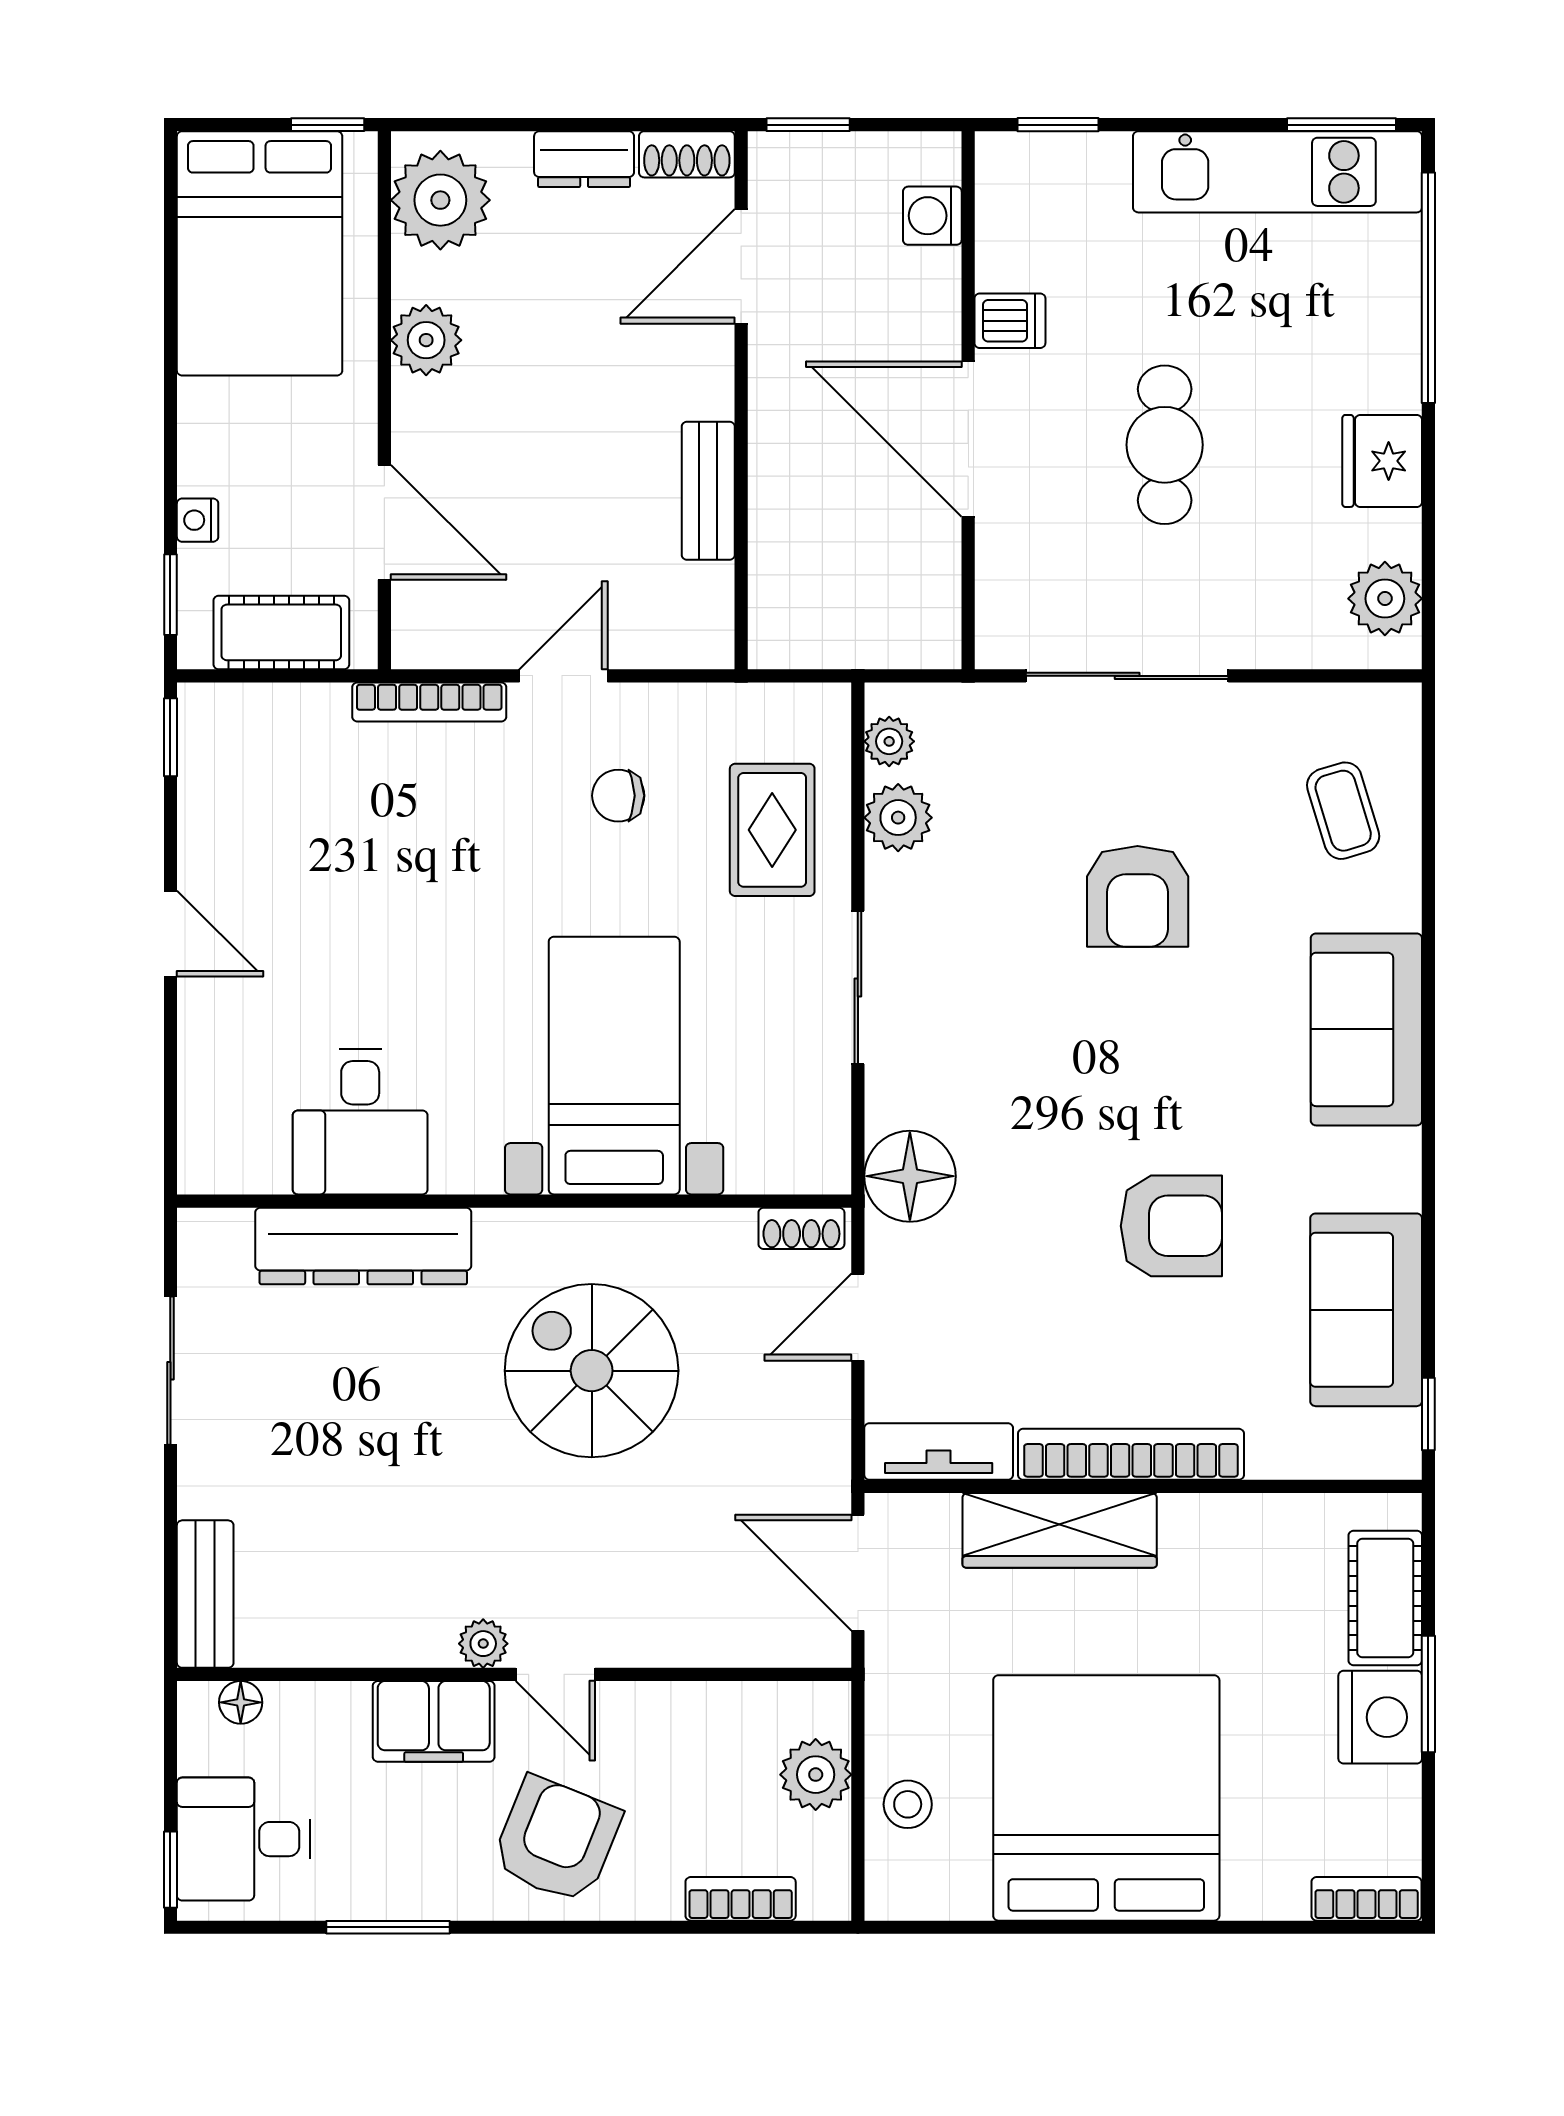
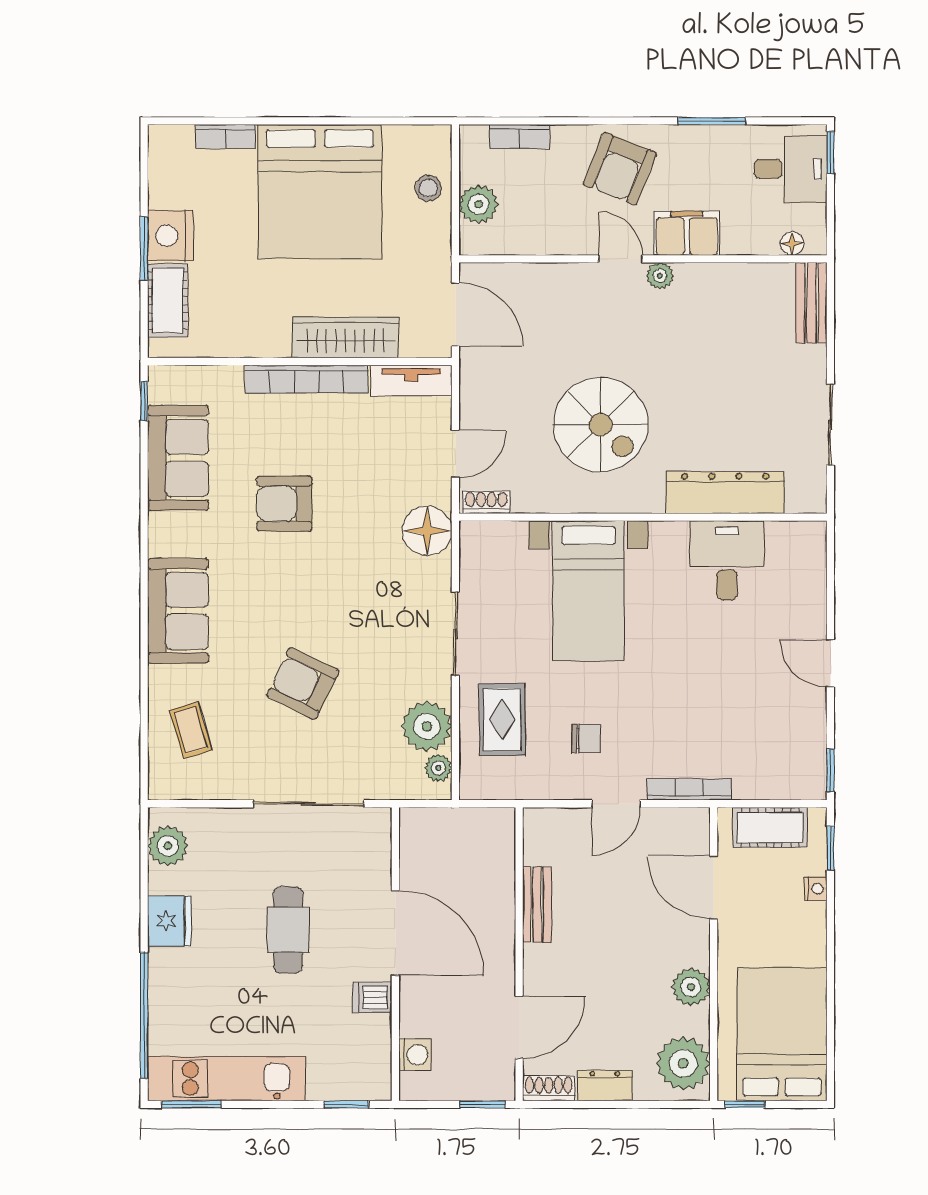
plant: (898, 818) -> (427, 726), width x1.36, depth x1.36
armchair: (1138, 896) -> (303, 683), turned -64
bookcase: (1367, 1899) -> (225, 136), moved

